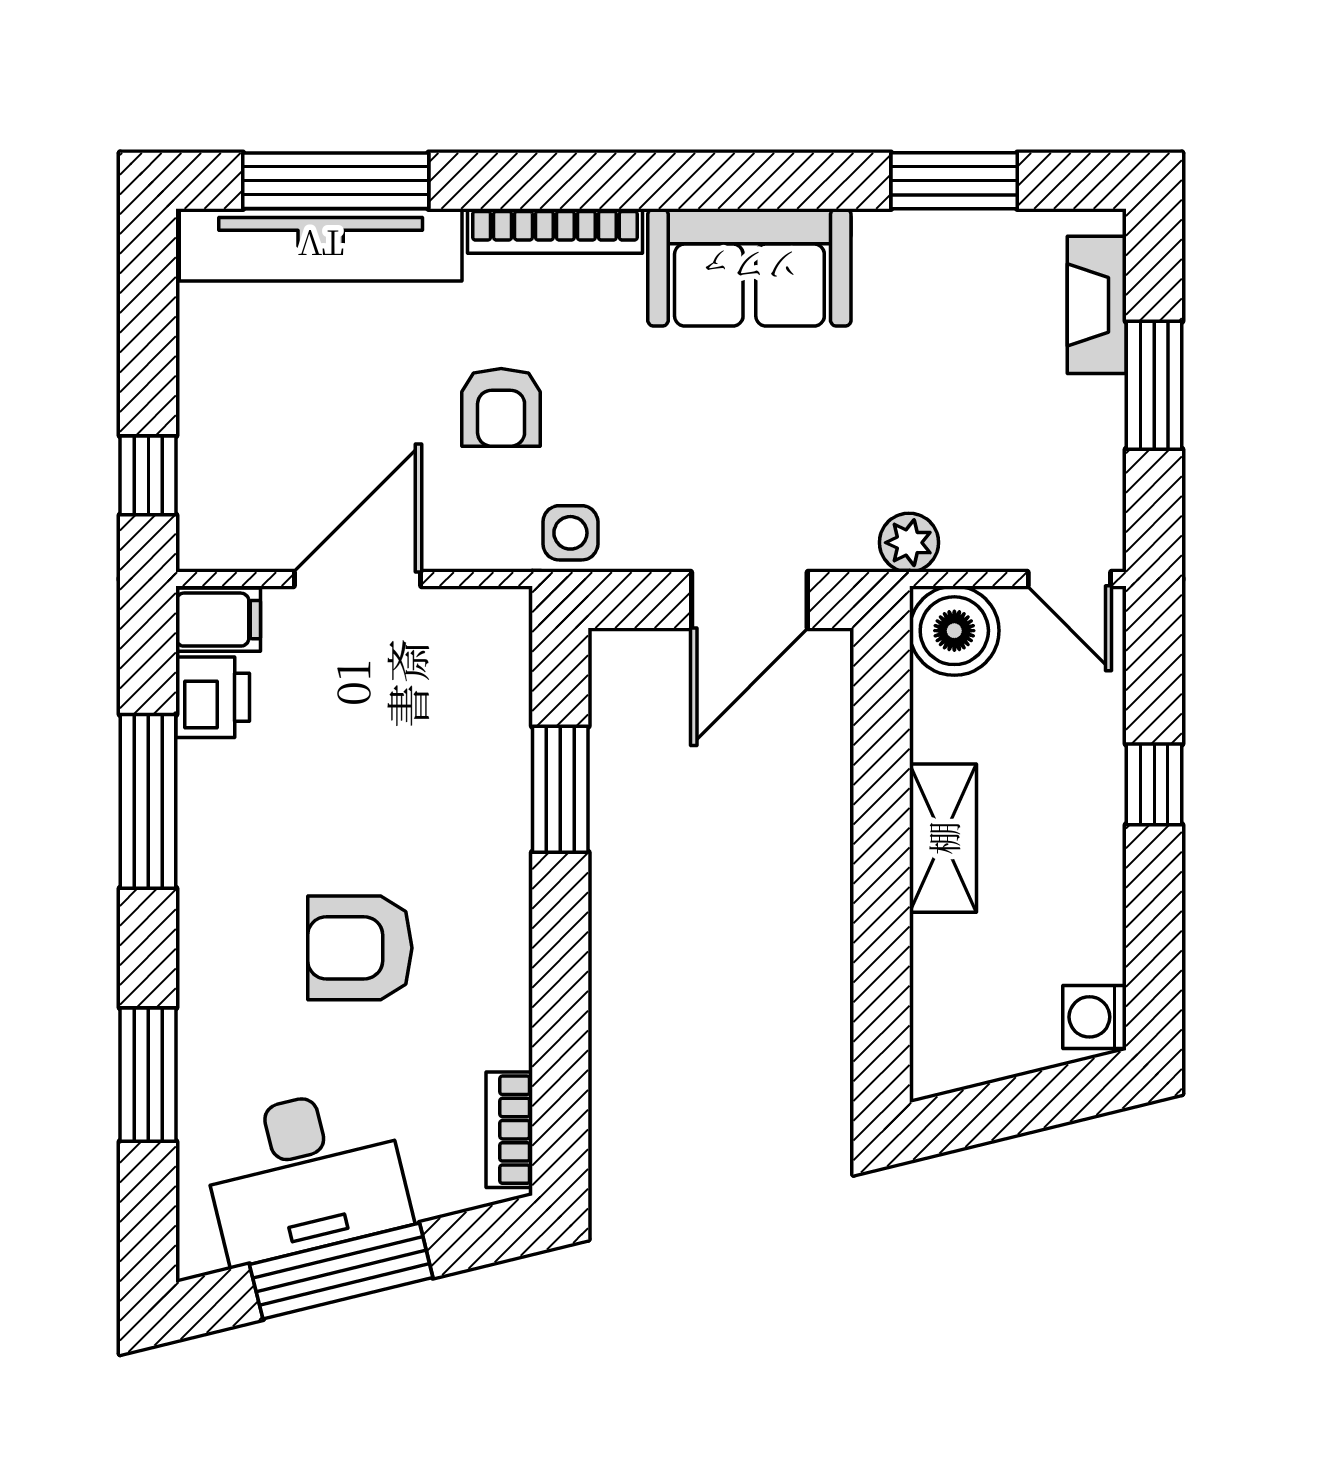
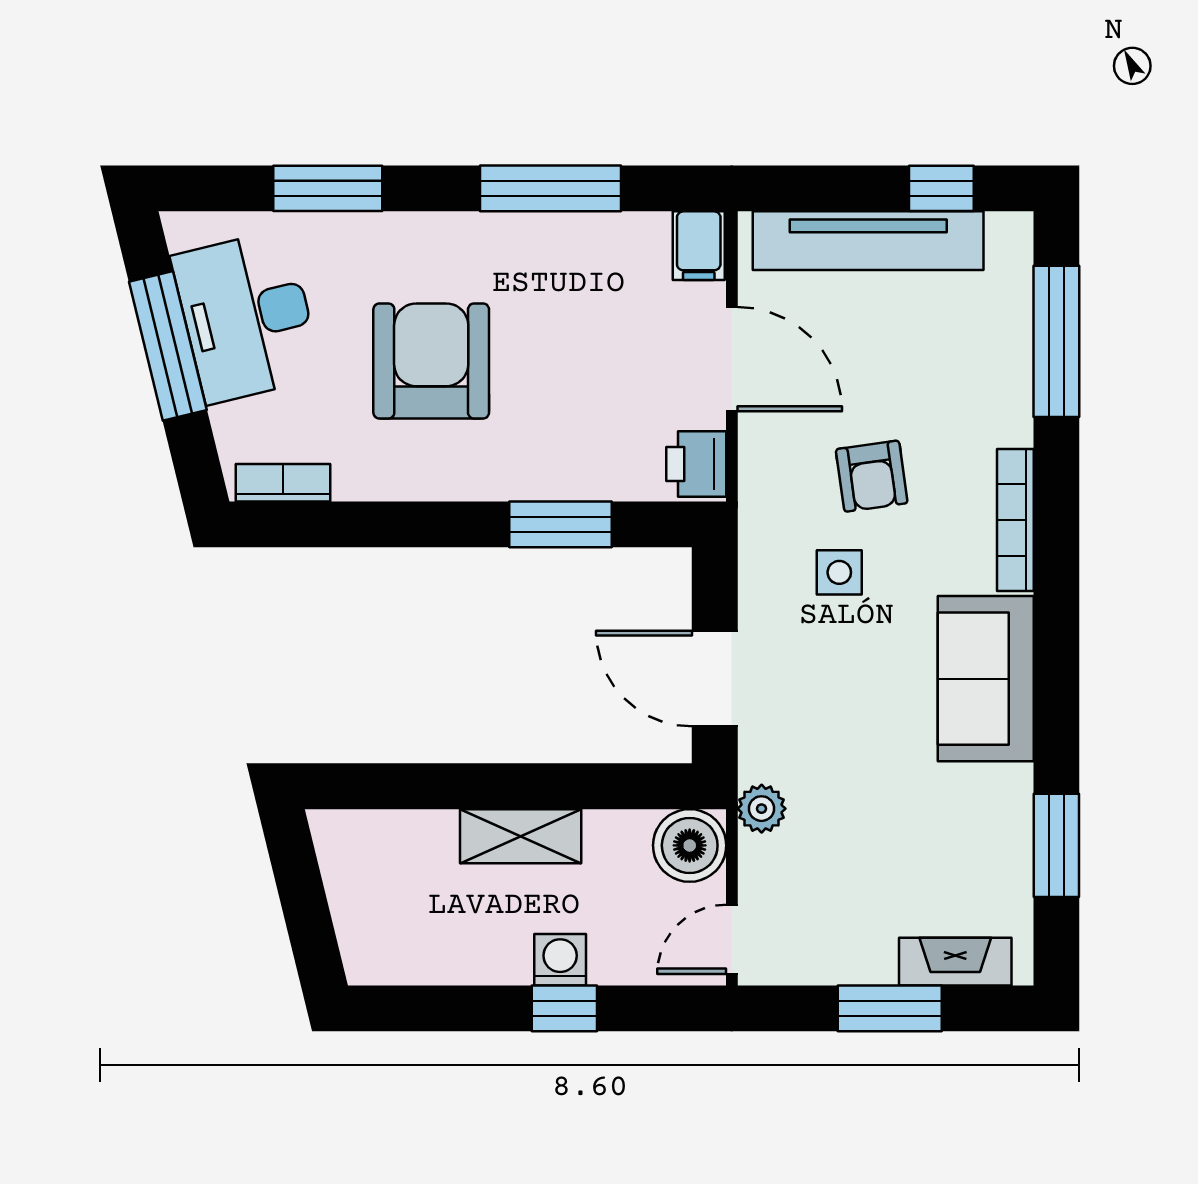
tv unit: (321, 245) -> (868, 241), moved, turned -90
armchair: (501, 407) -> (872, 476), turned -98
window: (148, 475) -> (941, 188), moved
side table: (570, 533) -> (839, 572), moved
printer: (213, 697) -> (696, 464), moved, turned 90
armchair: (360, 948) -> (431, 361), width x1.36, depth x1.36
washing machine: (1094, 1017) -> (560, 960), moved

